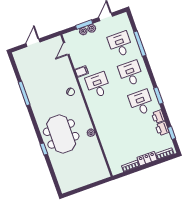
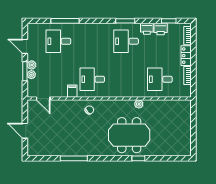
desk: (131, 73) -> (160, 79), moved

